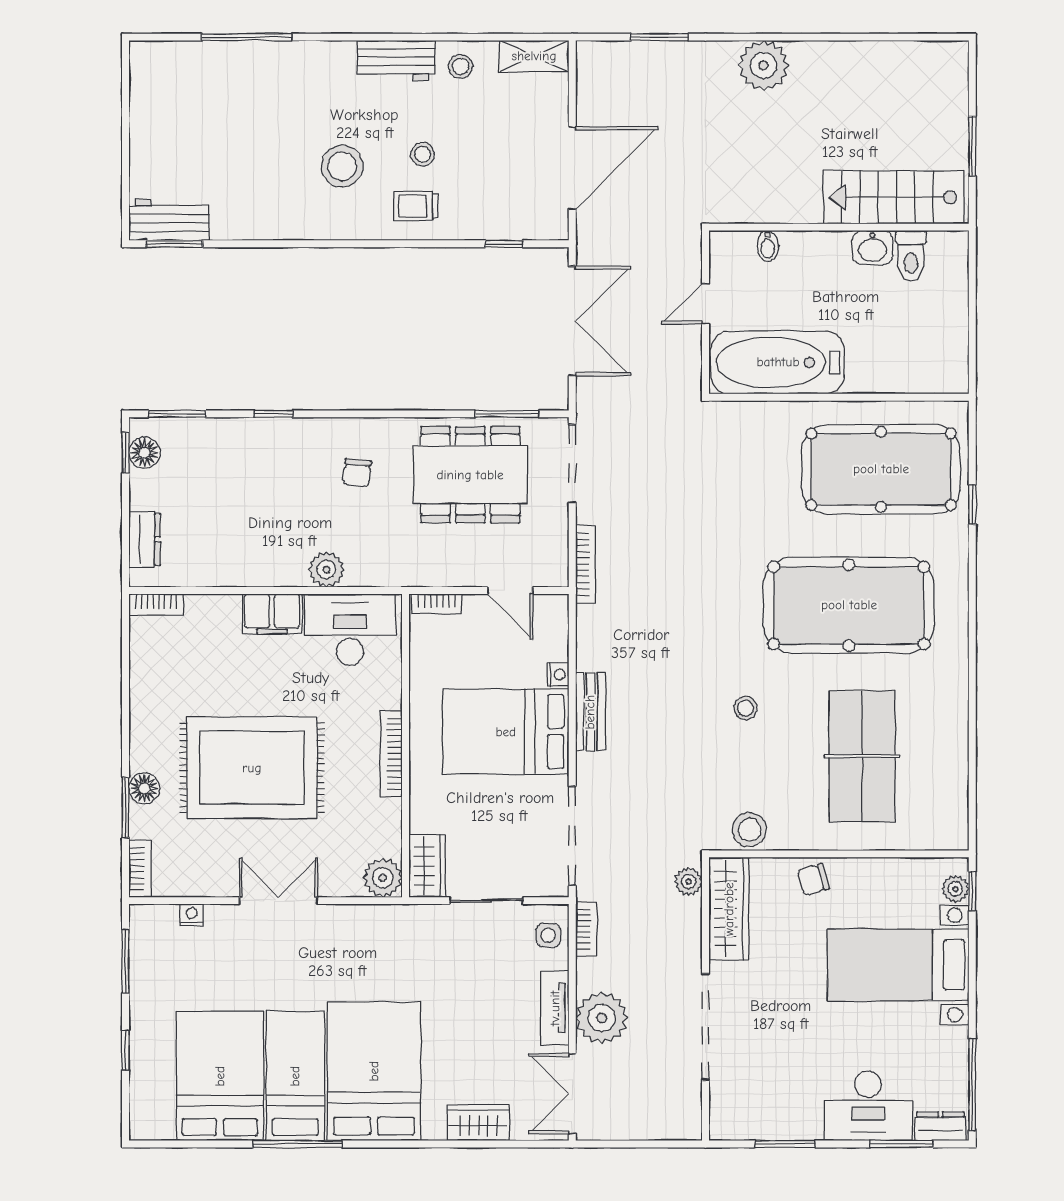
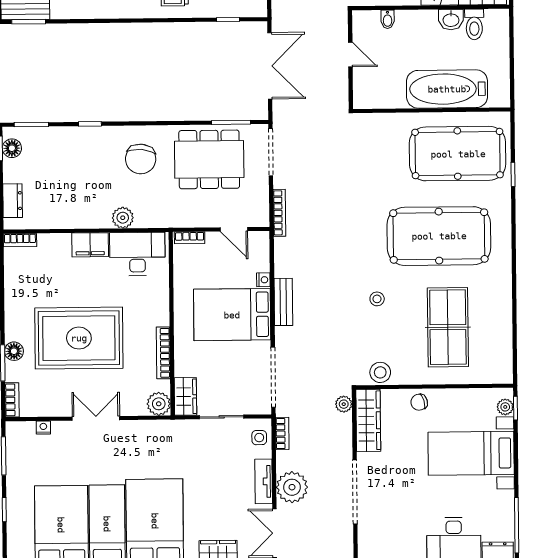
door: (706, 304) -> (350, 55), swing flipped
bathtub: (778, 362) -> (447, 89), moved
chair: (357, 473) -> (141, 159), width x1.87, depth x1.87
bookcase: (391, 754) -> (163, 353), moved

